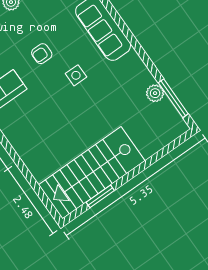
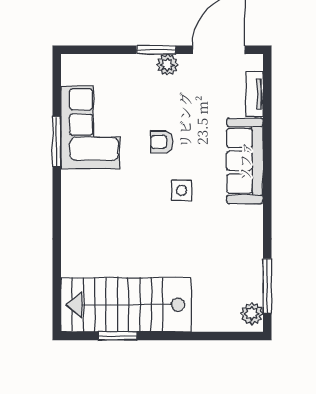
plant: (155, 93) -> (252, 314), moved

